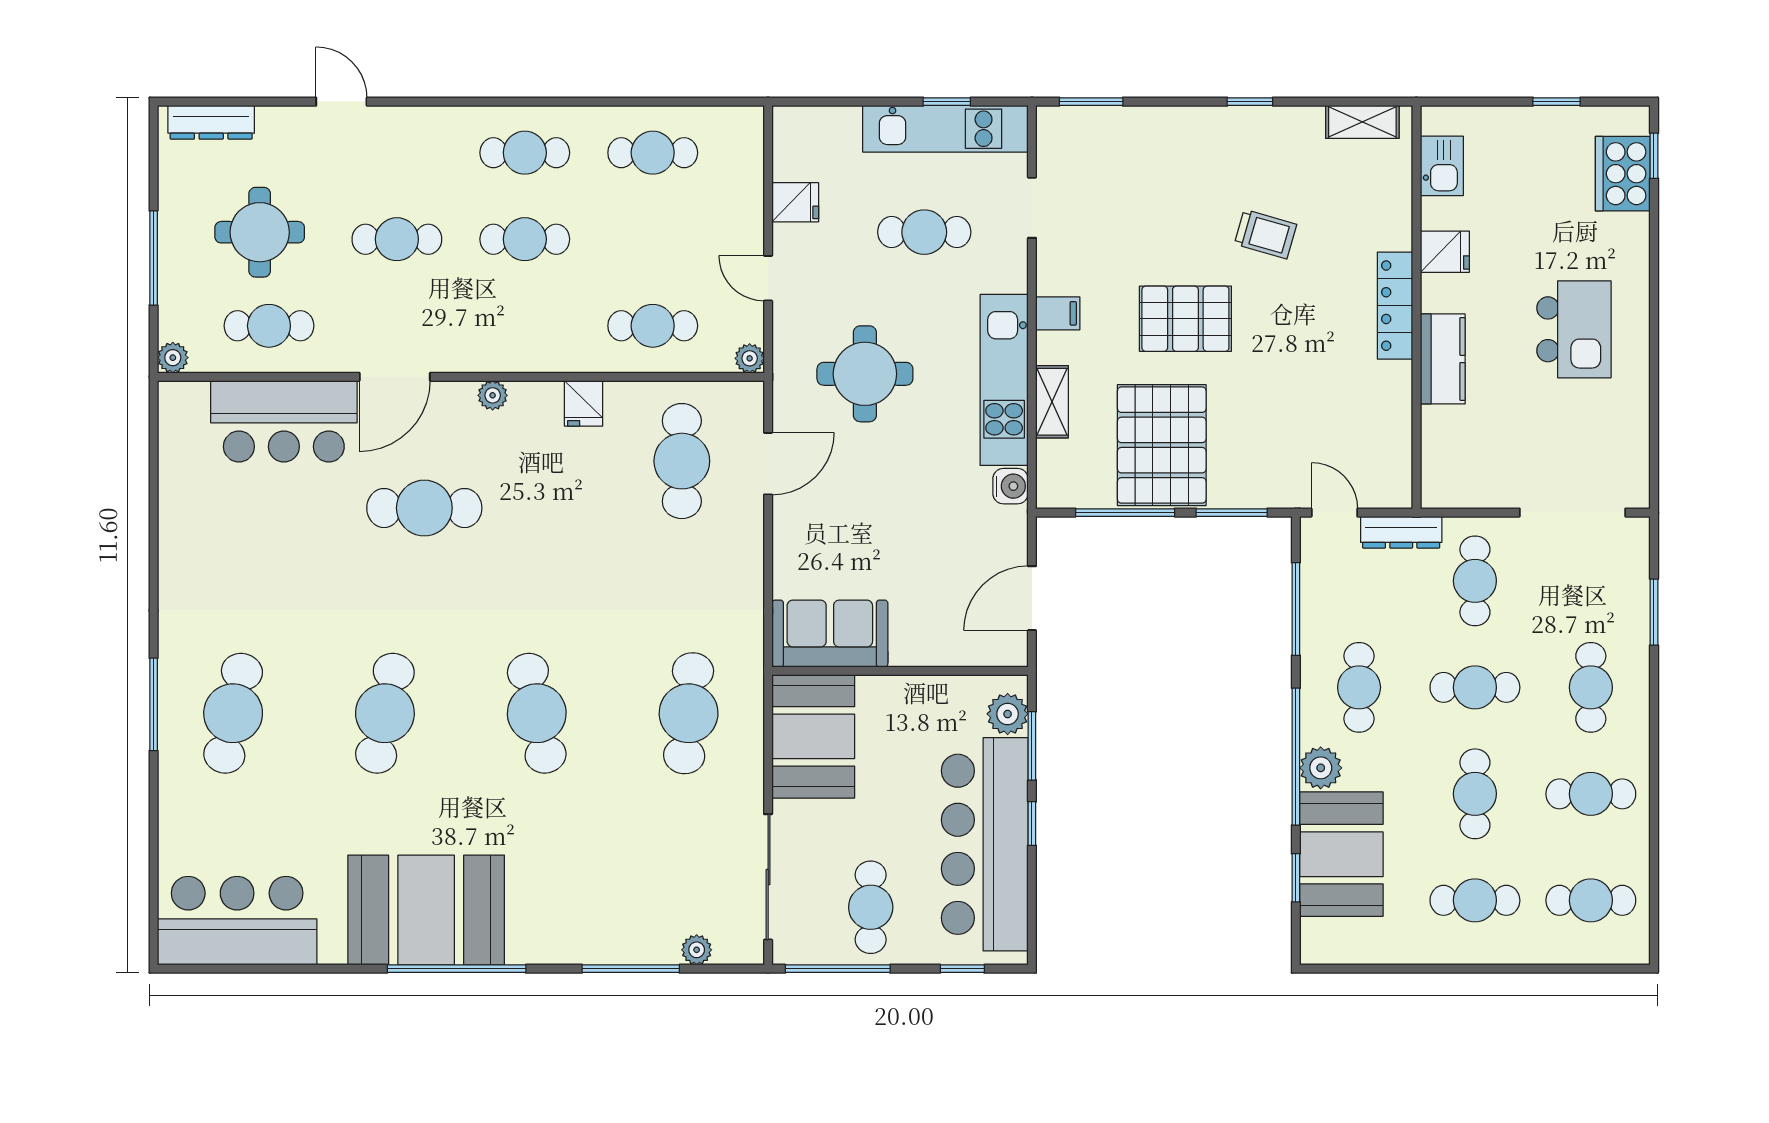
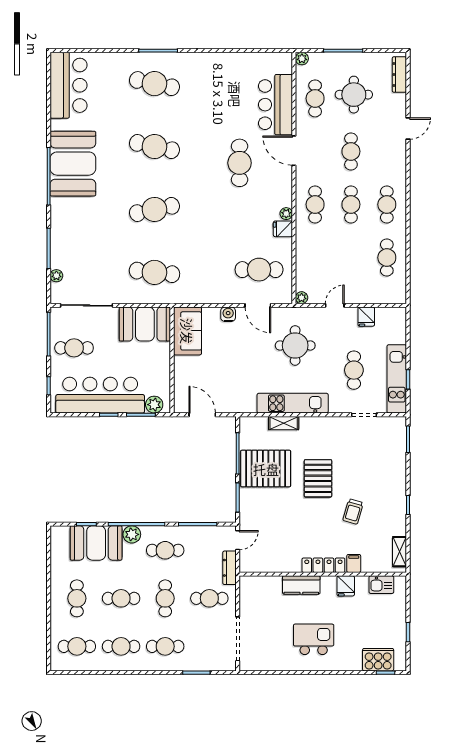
filing cabinet: (1058, 313) -> (354, 563), moved, turned 180
cafe table: (653, 326) -> (315, 204), moved
kitchen island: (1574, 329) -> (314, 639), turned 180
plant: (493, 395) -> (286, 214), moved
water cooler: (1010, 486) -> (228, 314), moved, turned 180
cafe table: (1591, 794) -> (121, 646), turned 90
cafe table: (1591, 900) -> (77, 646), turned 90

